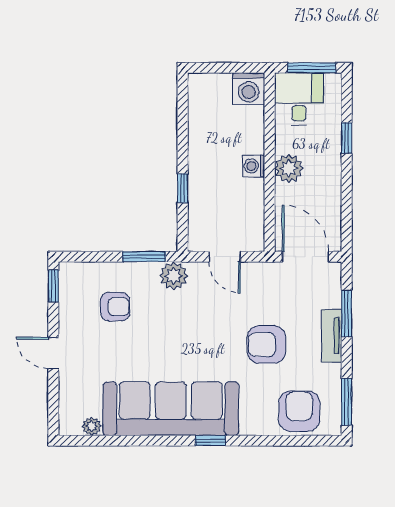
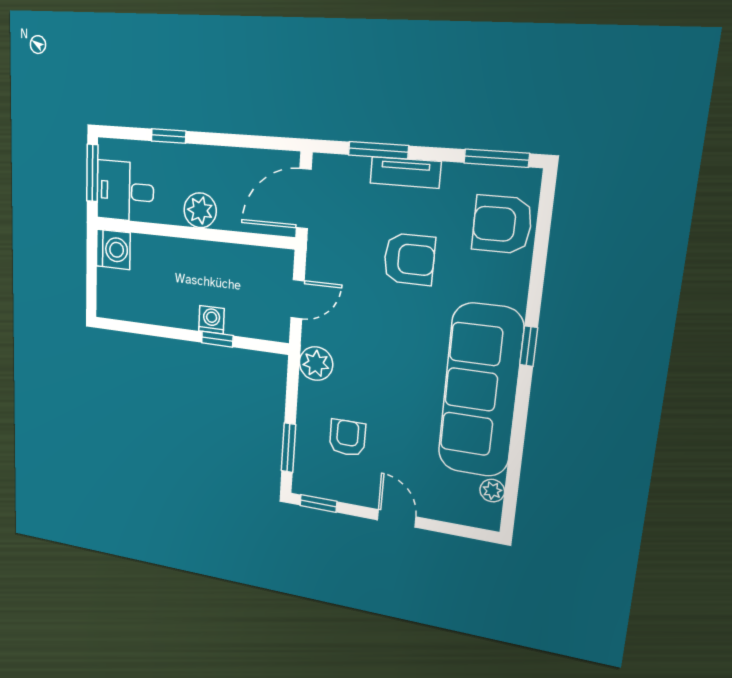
washing machine: (254, 166) -> (211, 320), moved, turned 180
window: (144, 257) -> (288, 448), moved
armchair: (266, 344) -> (409, 259), turned -90
door: (53, 353) -> (397, 518), swing flipped

